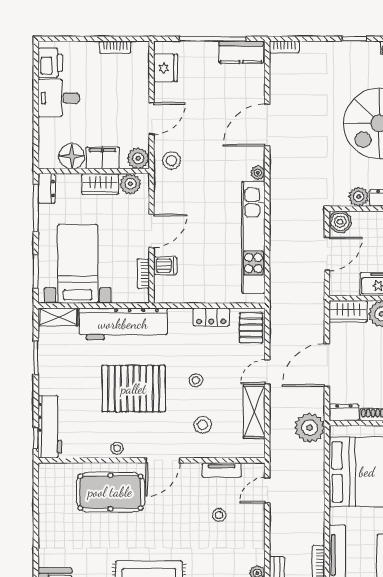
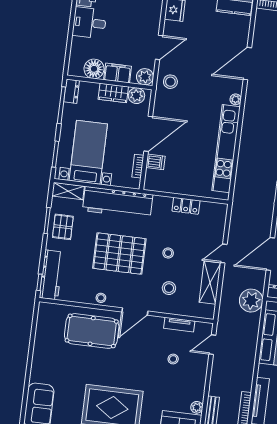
door: (151, 231) -> (148, 134), width x1.36
pallet: (251, 328) -> (63, 227), moved

